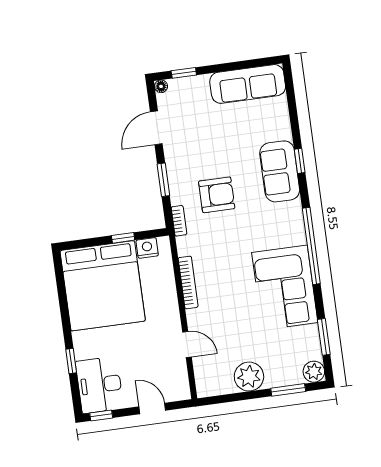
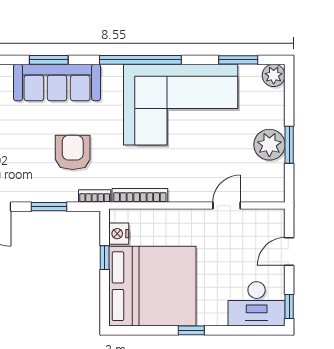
window: (300, 161) -> (49, 60), width x1.50
sofa: (280, 171) -> (57, 82), width x1.36
bookcase: (188, 282) -> (140, 195), moved
corner sofa: (285, 288) -> (181, 105), width x1.36, depth x1.36
window: (71, 361) -> (191, 330), moved
window: (288, 390) -> (289, 145), moved

